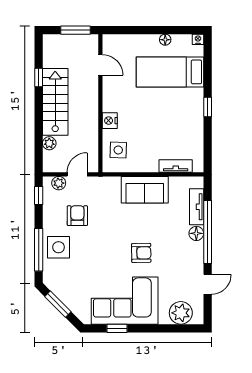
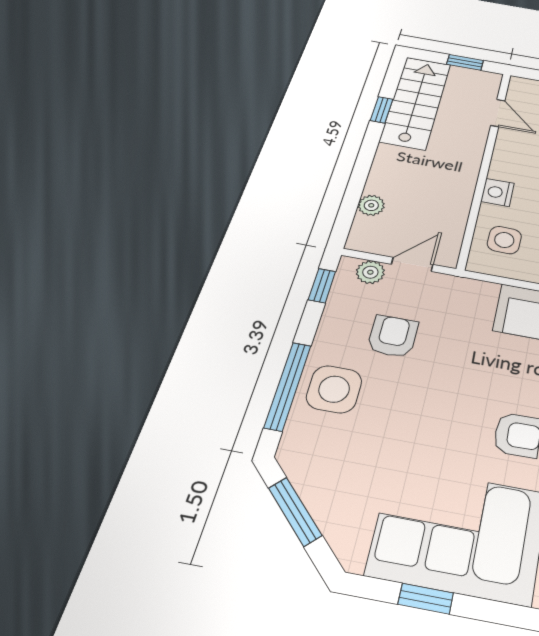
window: (76, 30) -> (465, 62), width x0.67
stairs: (55, 102) -> (416, 102), moved

